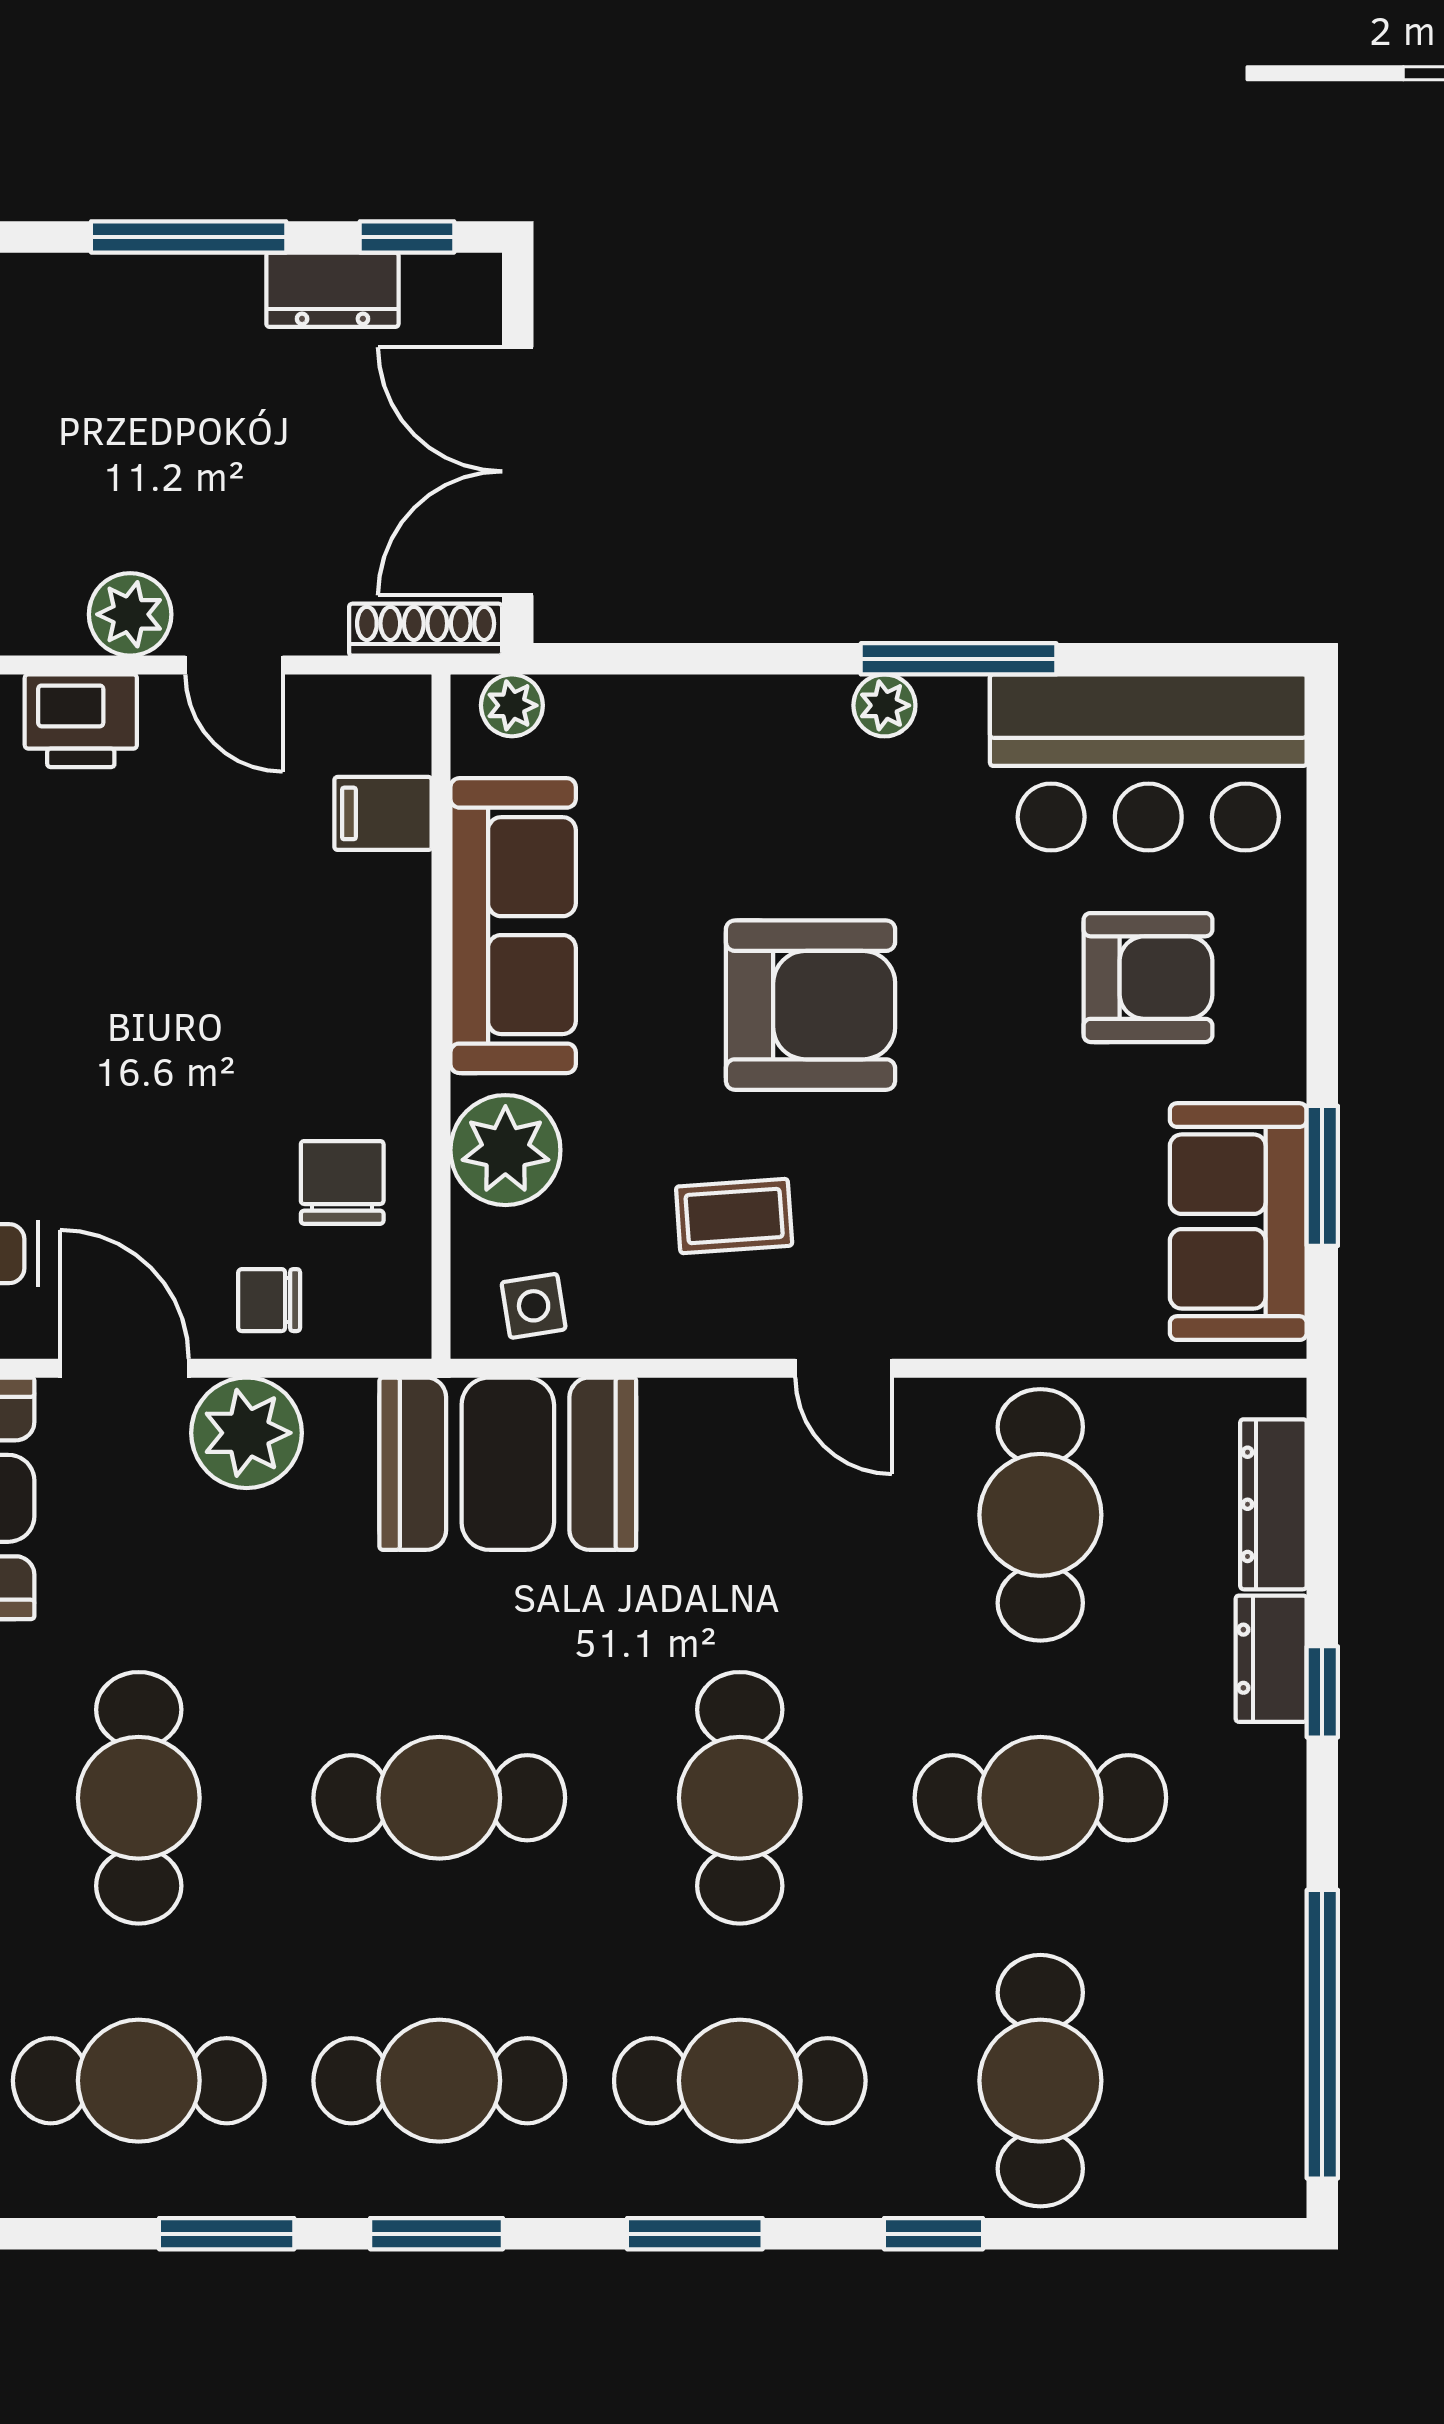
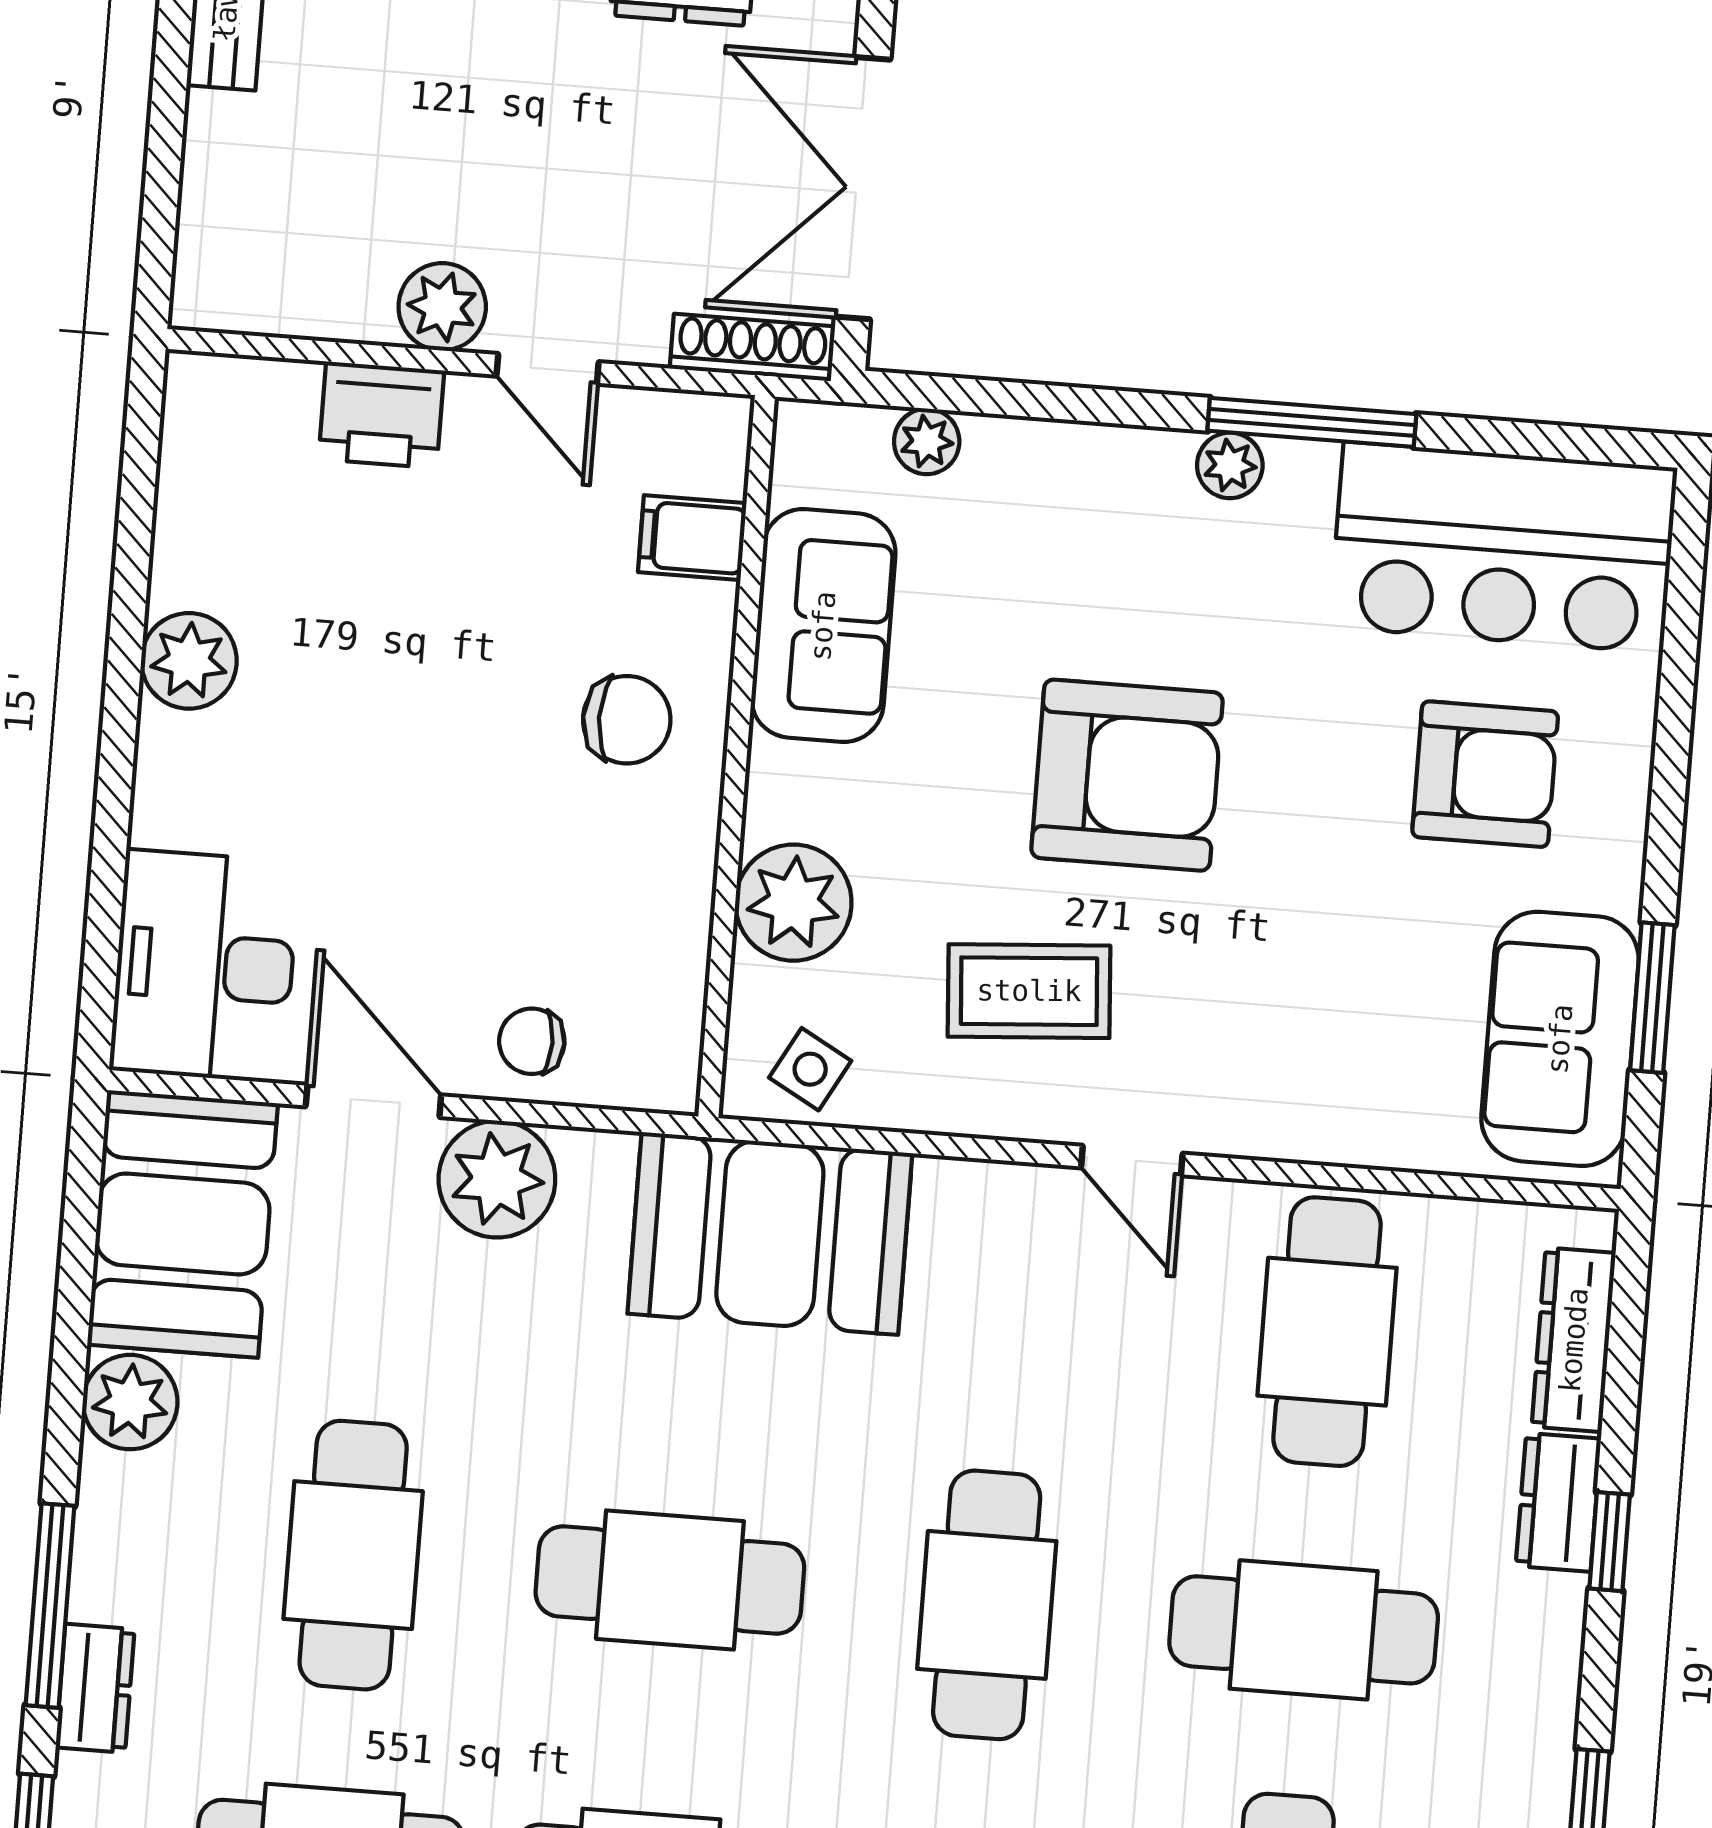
plant: (512, 705) -> (927, 441), moved
sofa: (513, 926) -> (823, 626), width x0.73
chair: (342, 1182) -> (627, 720), moved, turned 90
coffee table: (734, 1216) -> (1029, 991), width x1.36, depth x1.30
side table: (534, 1306) -> (810, 1069), turned 38

